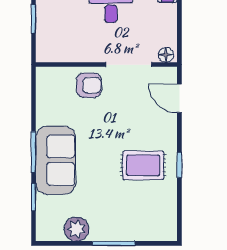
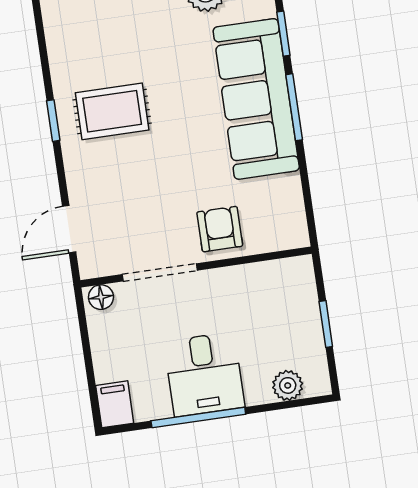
armchair: (89, 85) -> (220, 229), turned 90
door: (179, 98) -> (69, 229), swing flipped
sofa: (56, 160) -> (256, 99), width x1.36

